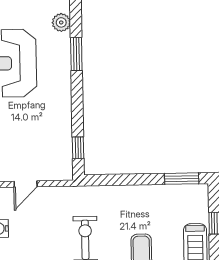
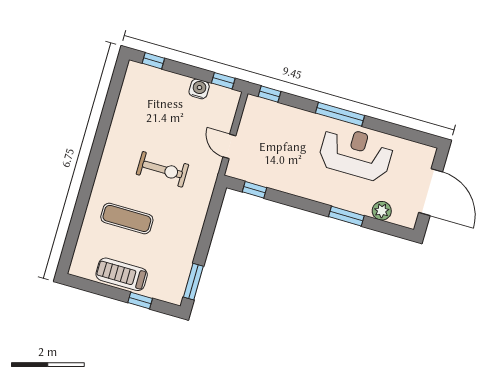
door: (26, 184) -> (229, 146), moved

